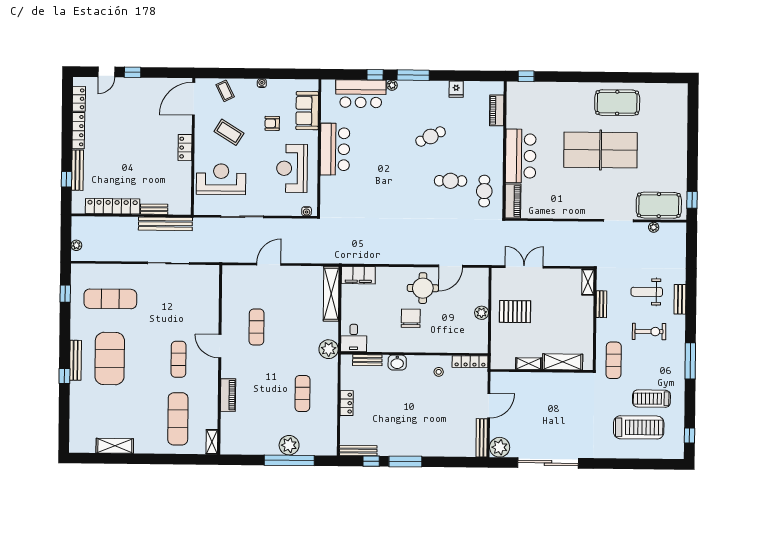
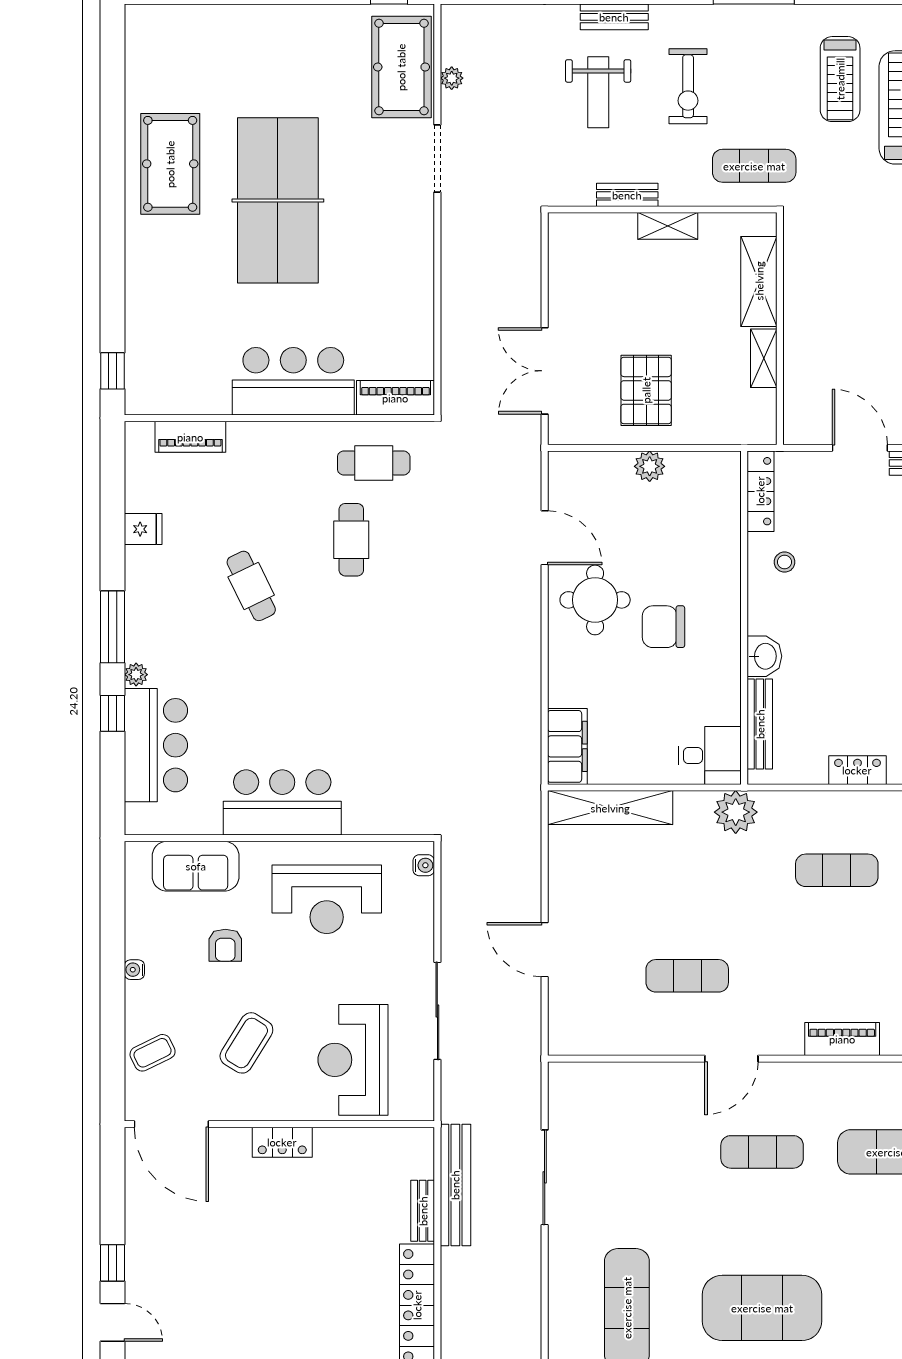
shelving: (588, 282) -> (668, 226), moved
exercise bike: (649, 331) -> (688, 86), turned 180
bench: (367, 360) -> (760, 724), width x1.36

